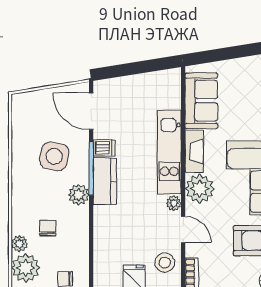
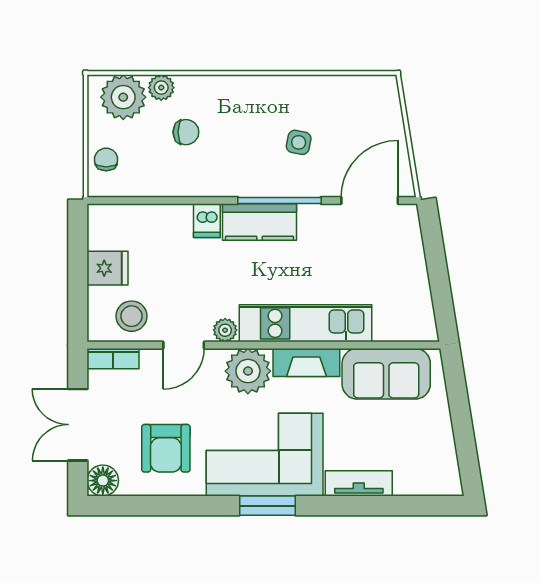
dishwasher: (104, 148) -> (207, 221), moved
side table: (54, 156) -> (299, 142), width x0.54, depth x0.54
plant: (79, 195) -> (238, 181), removed

